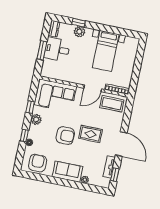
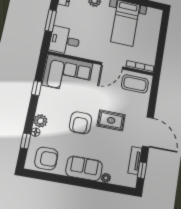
desk: (57, 49) -> (65, 40), moved
plant: (36, 119) -> (40, 121), moved
window: (24, 136) -> (25, 141), moved
armchair: (65, 136) -> (81, 123), turned 90
armchair: (38, 163) -> (46, 158), turned 90

